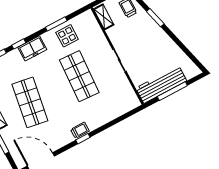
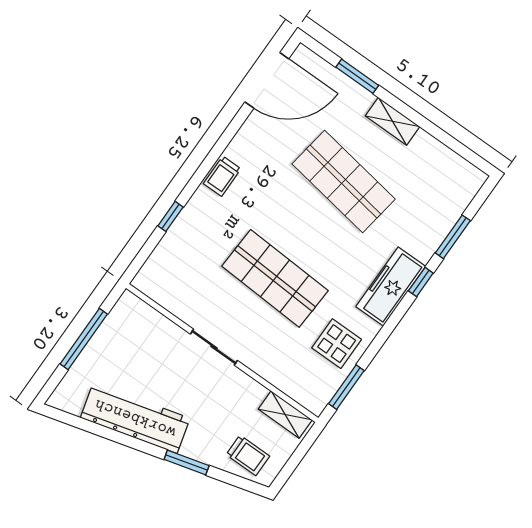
window: (56, 24) -> (346, 387), moved
freezer: (32, 48) -> (391, 287), width x1.40
workbench: (161, 84) -> (135, 418), moved, turned -105
window: (83, 139) -> (170, 216), moved

